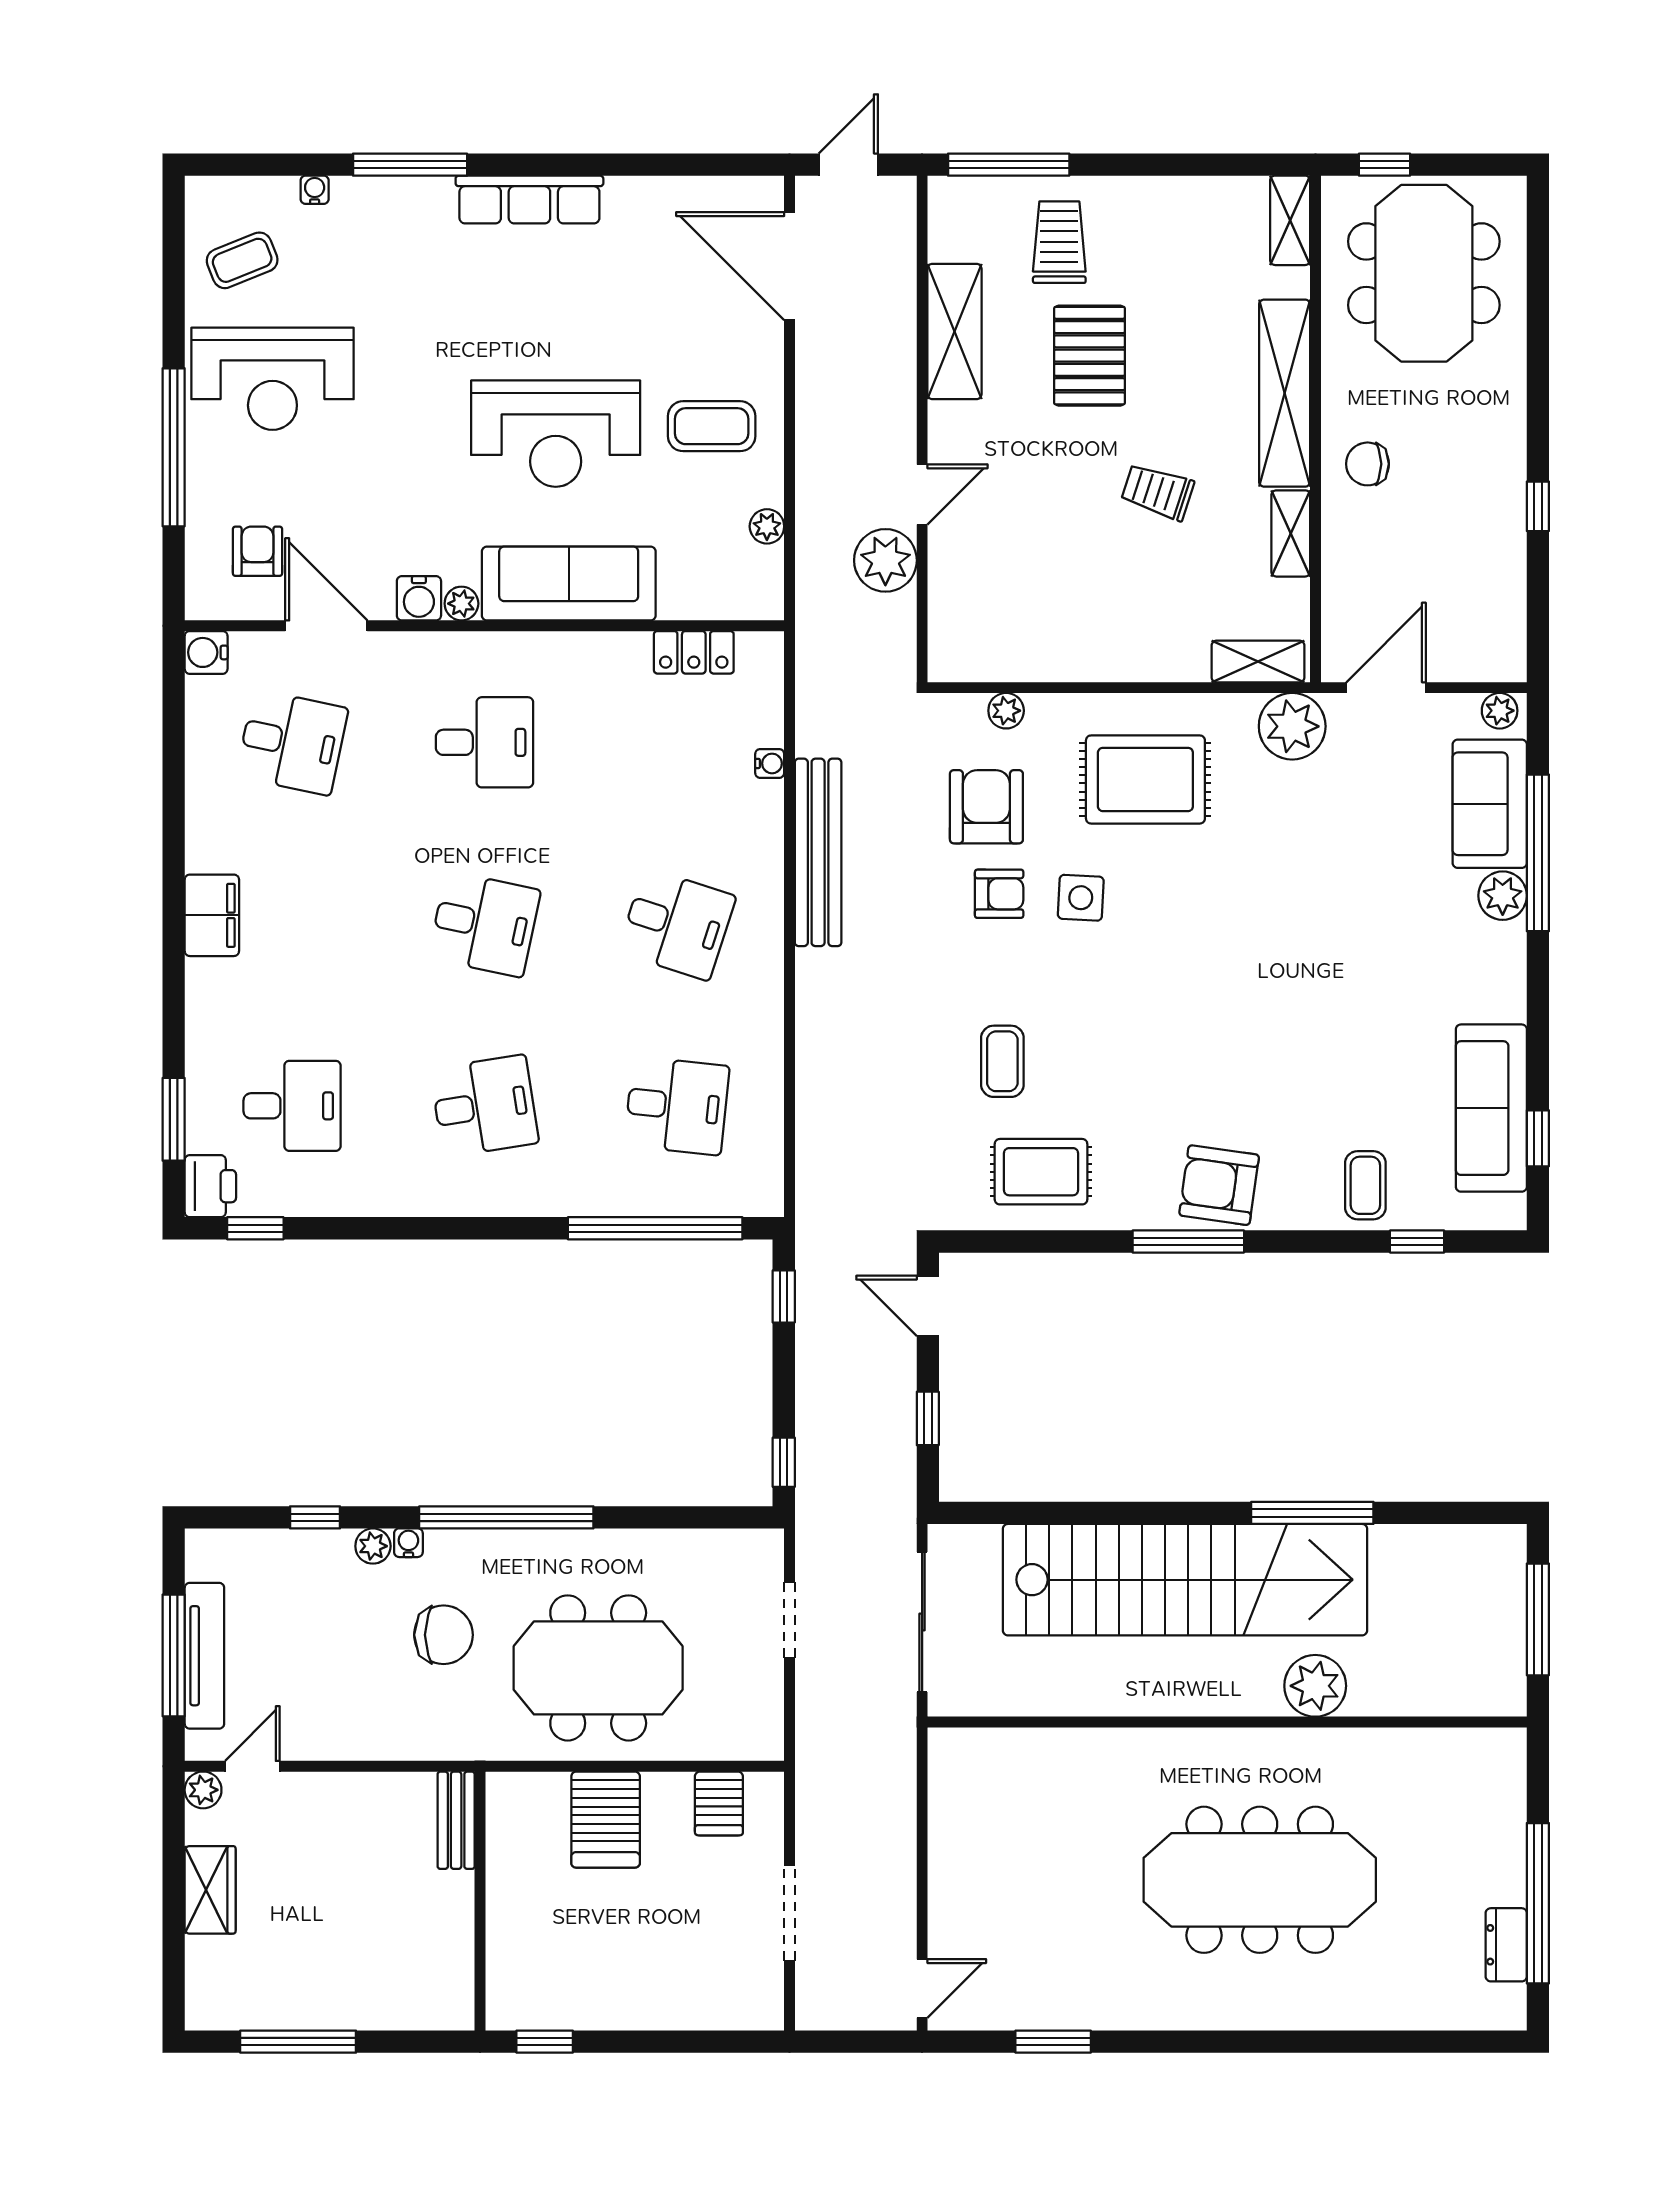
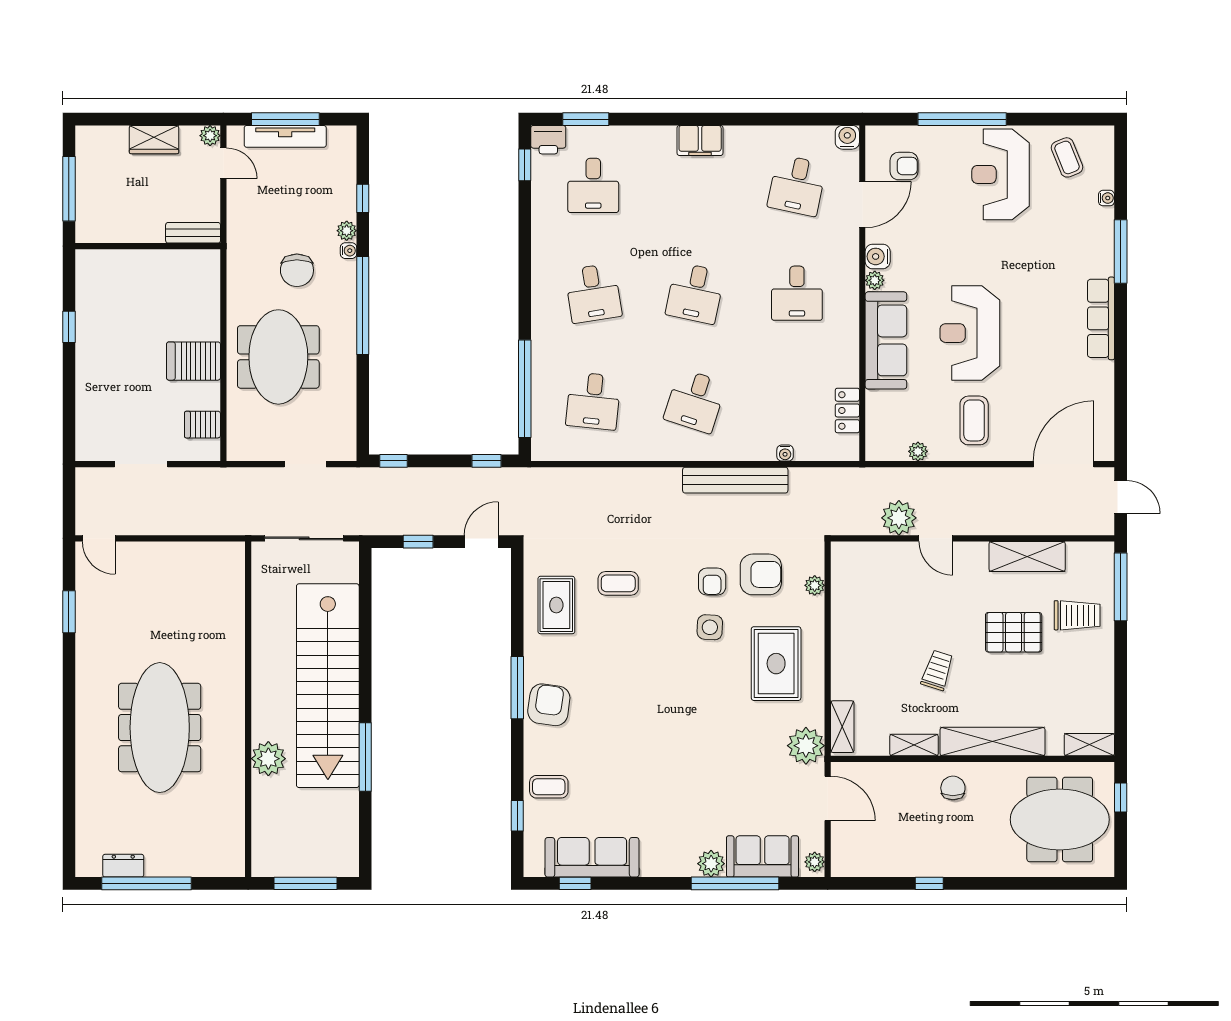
bench: (456, 1820) -> (193, 233), moved
wall: (480, 1901) -> (148, 246), moved

